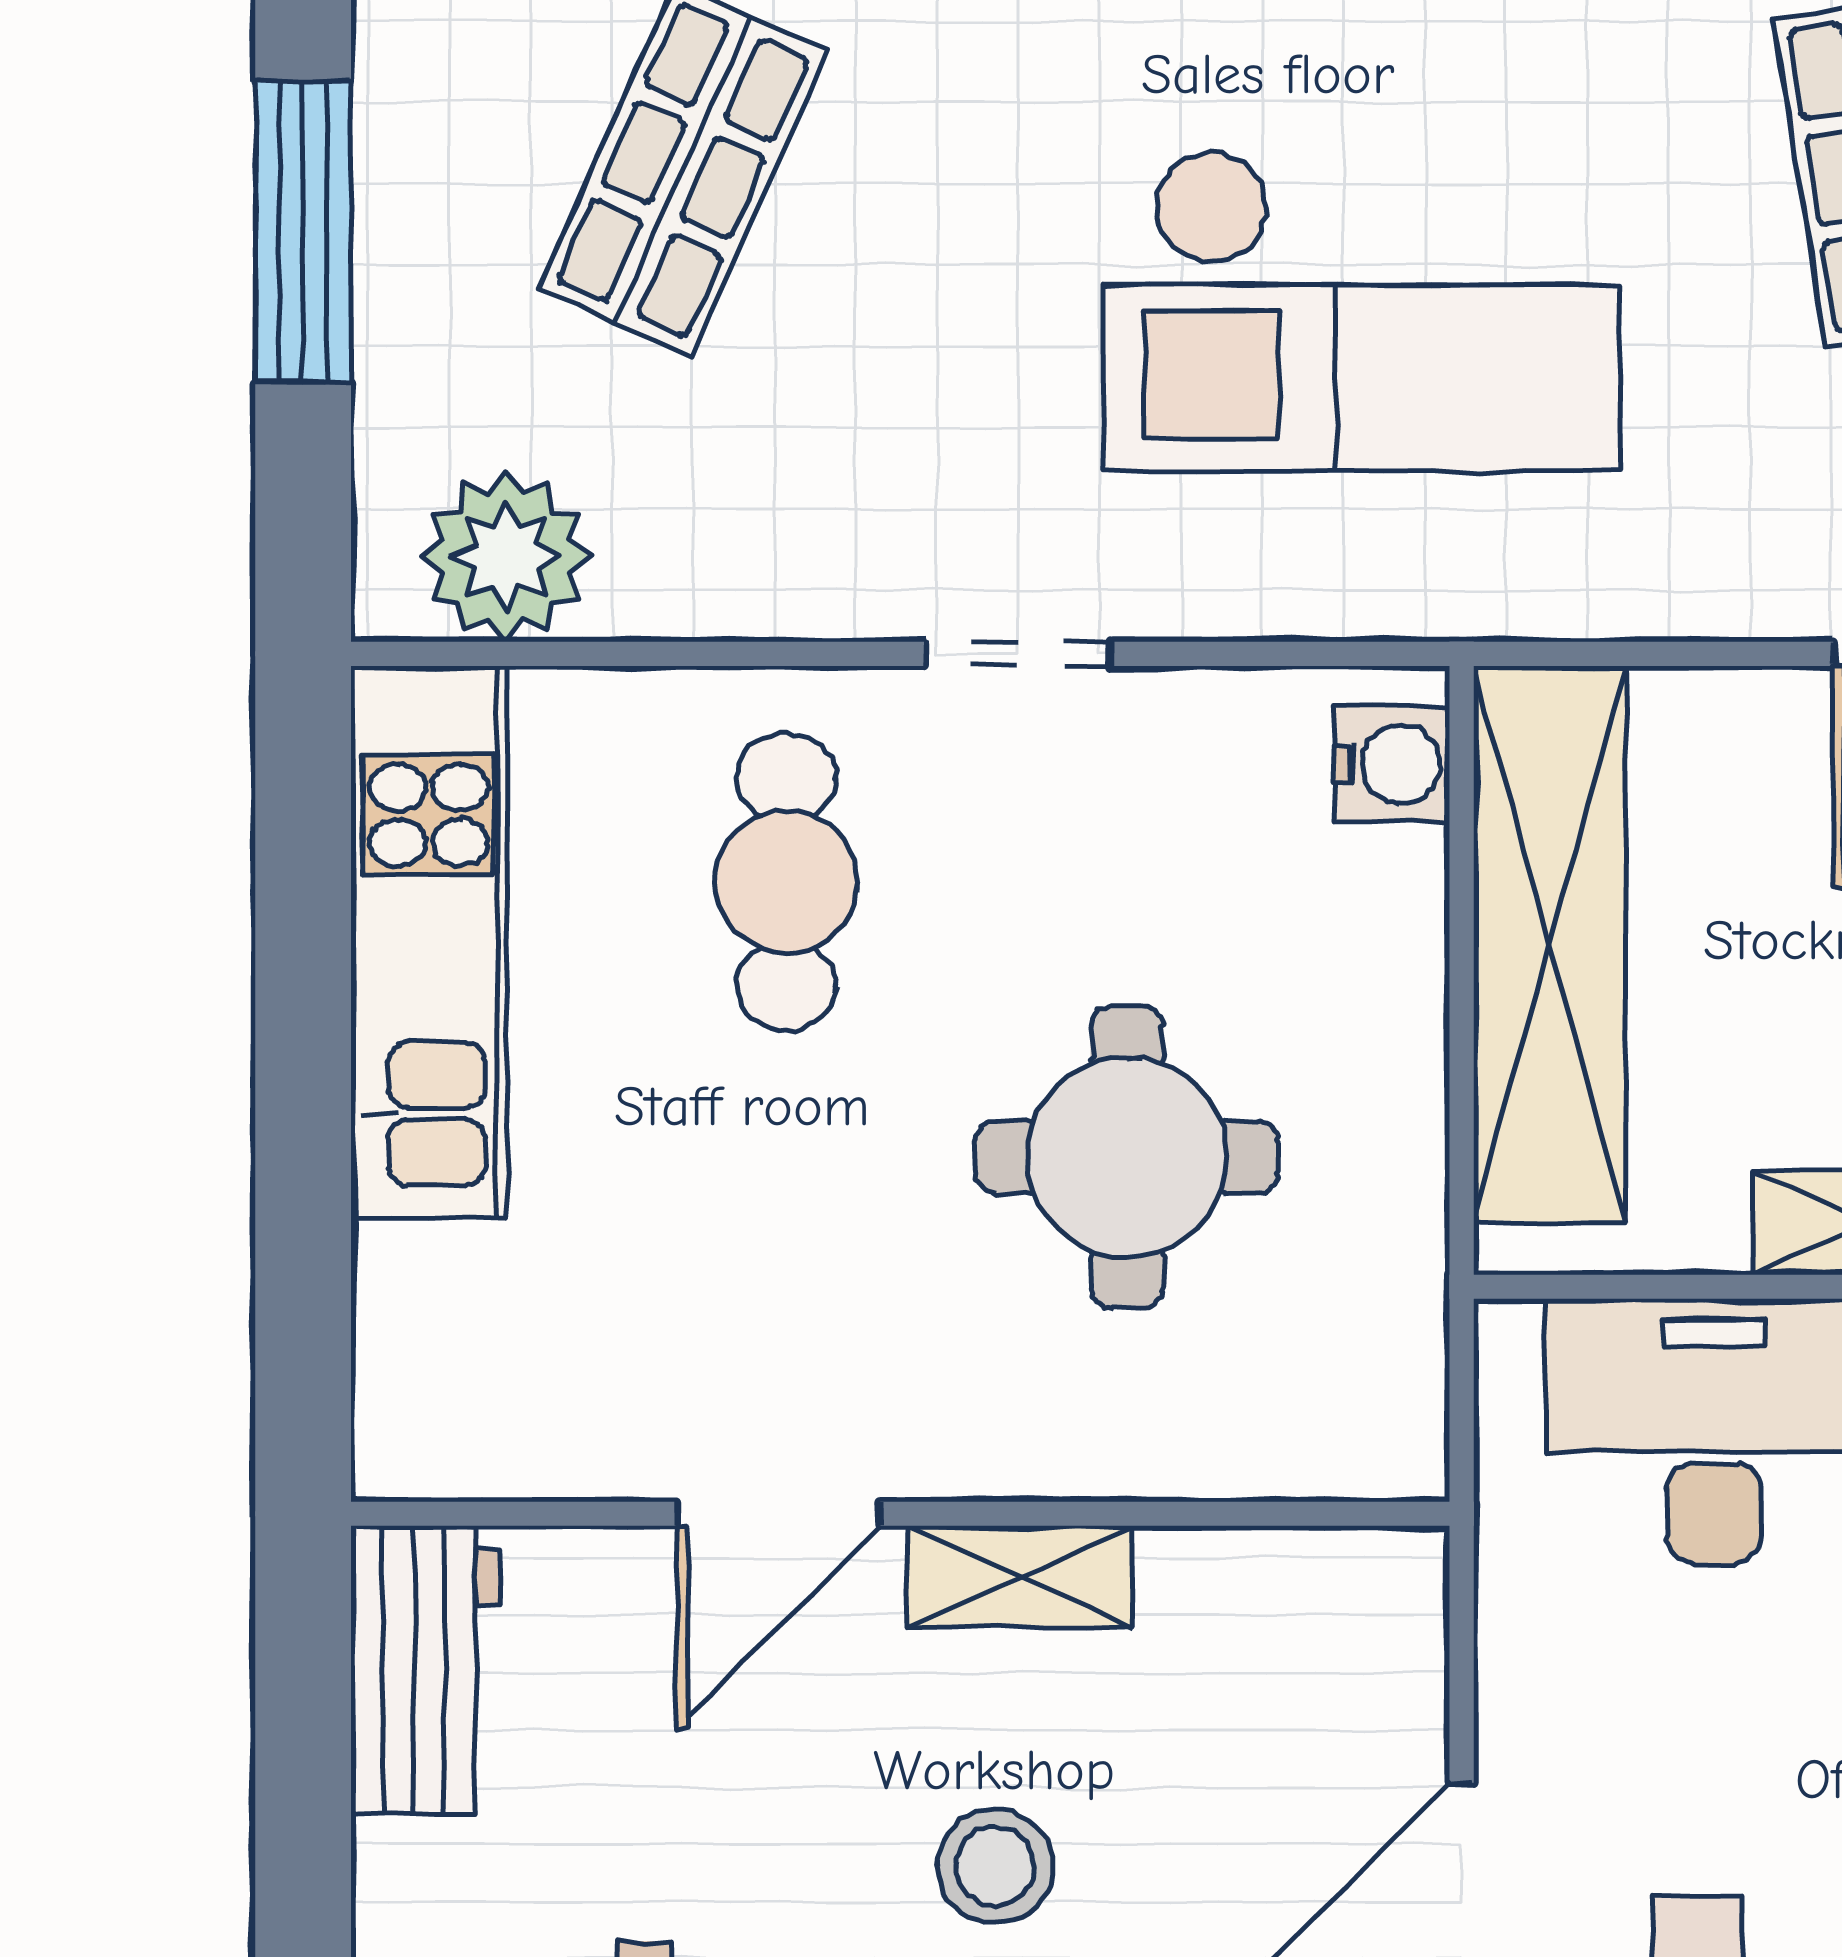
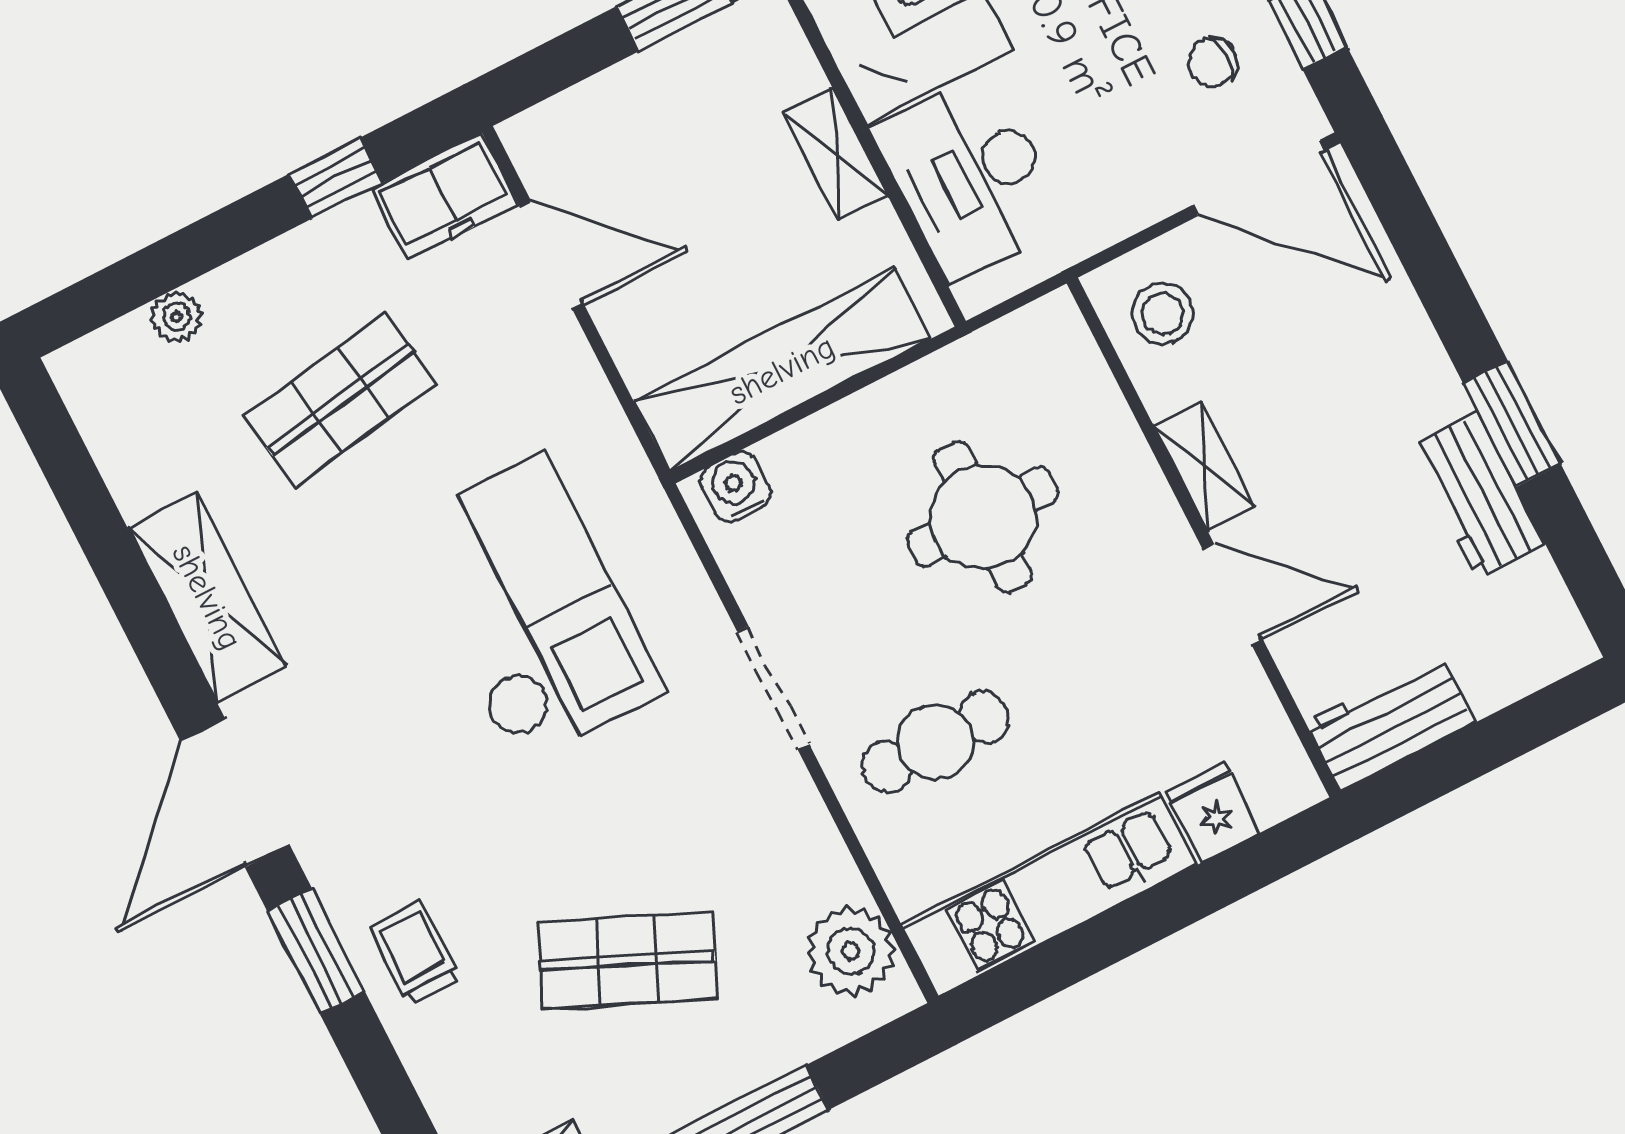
doorway: (1018, 654) -> (773, 688), width x1.38
fridge: (426, 1292) -> (1213, 812), added
stool: (995, 1866) -> (1163, 314), moved

